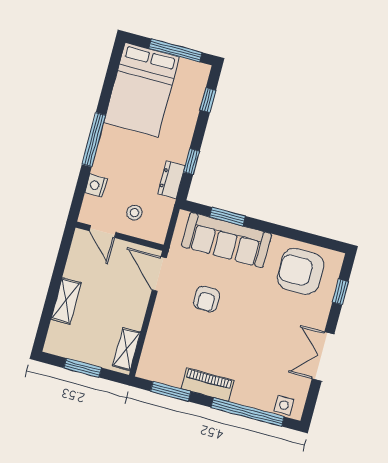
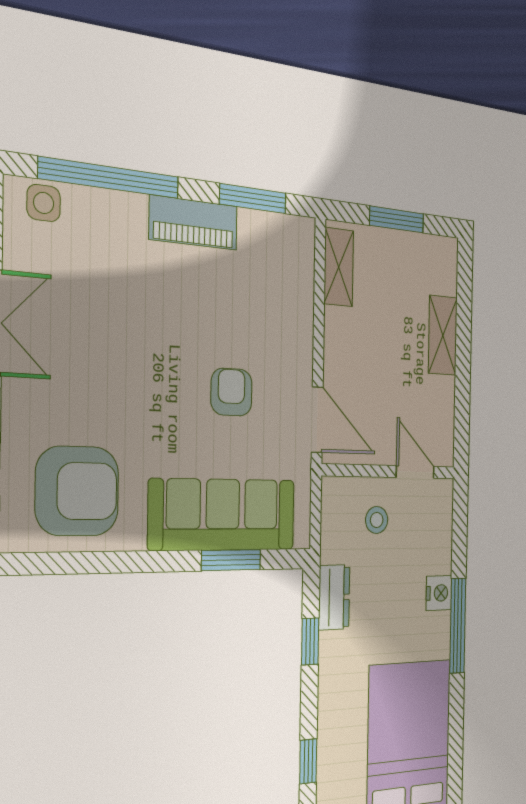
nightstand: (96, 185) -> (439, 593), moved

